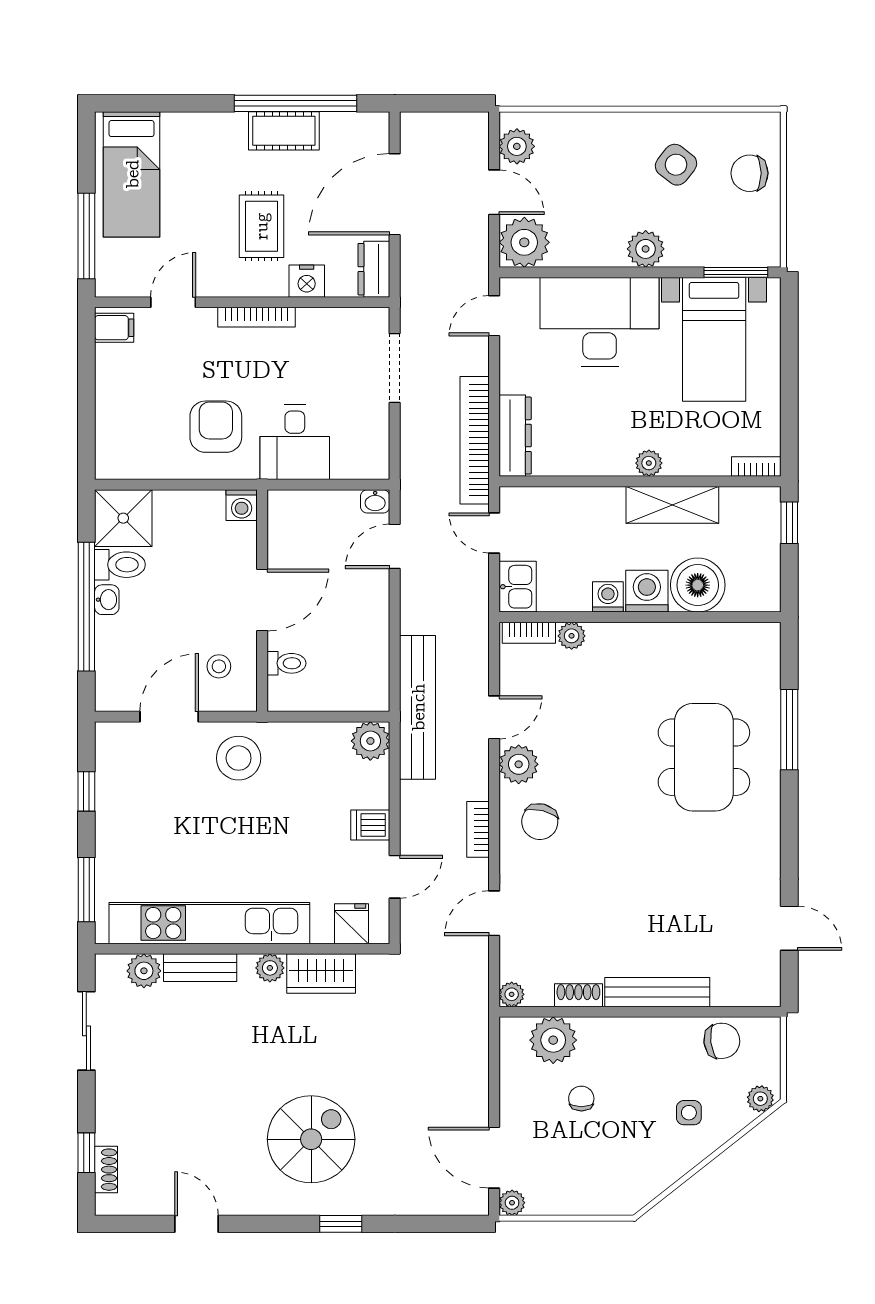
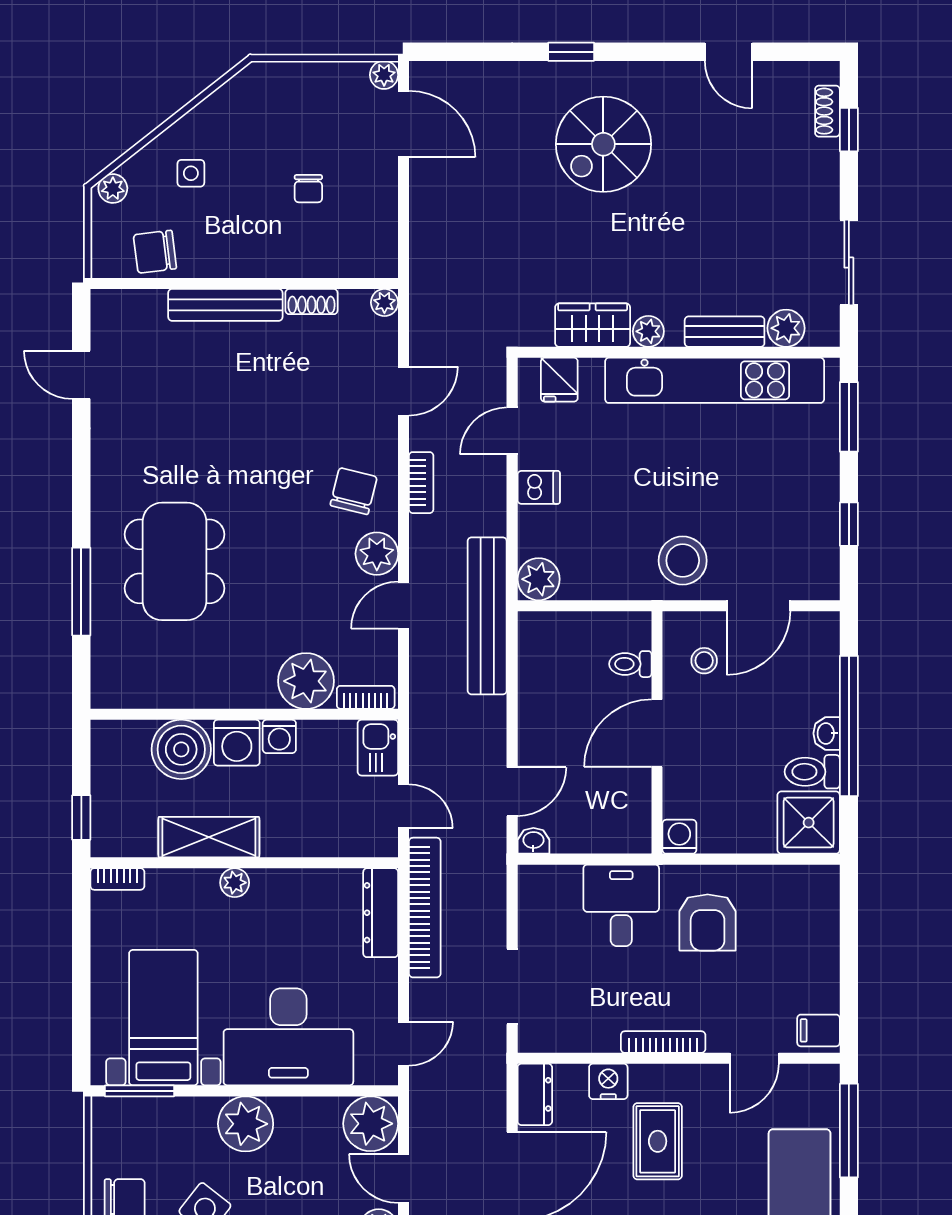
plant: (646, 249) -> (246, 1124), width x1.36, depth x1.36
plant: (572, 636) -> (306, 681), width x1.87, depth x1.87
plant: (553, 1040) -> (339, 252), removed

